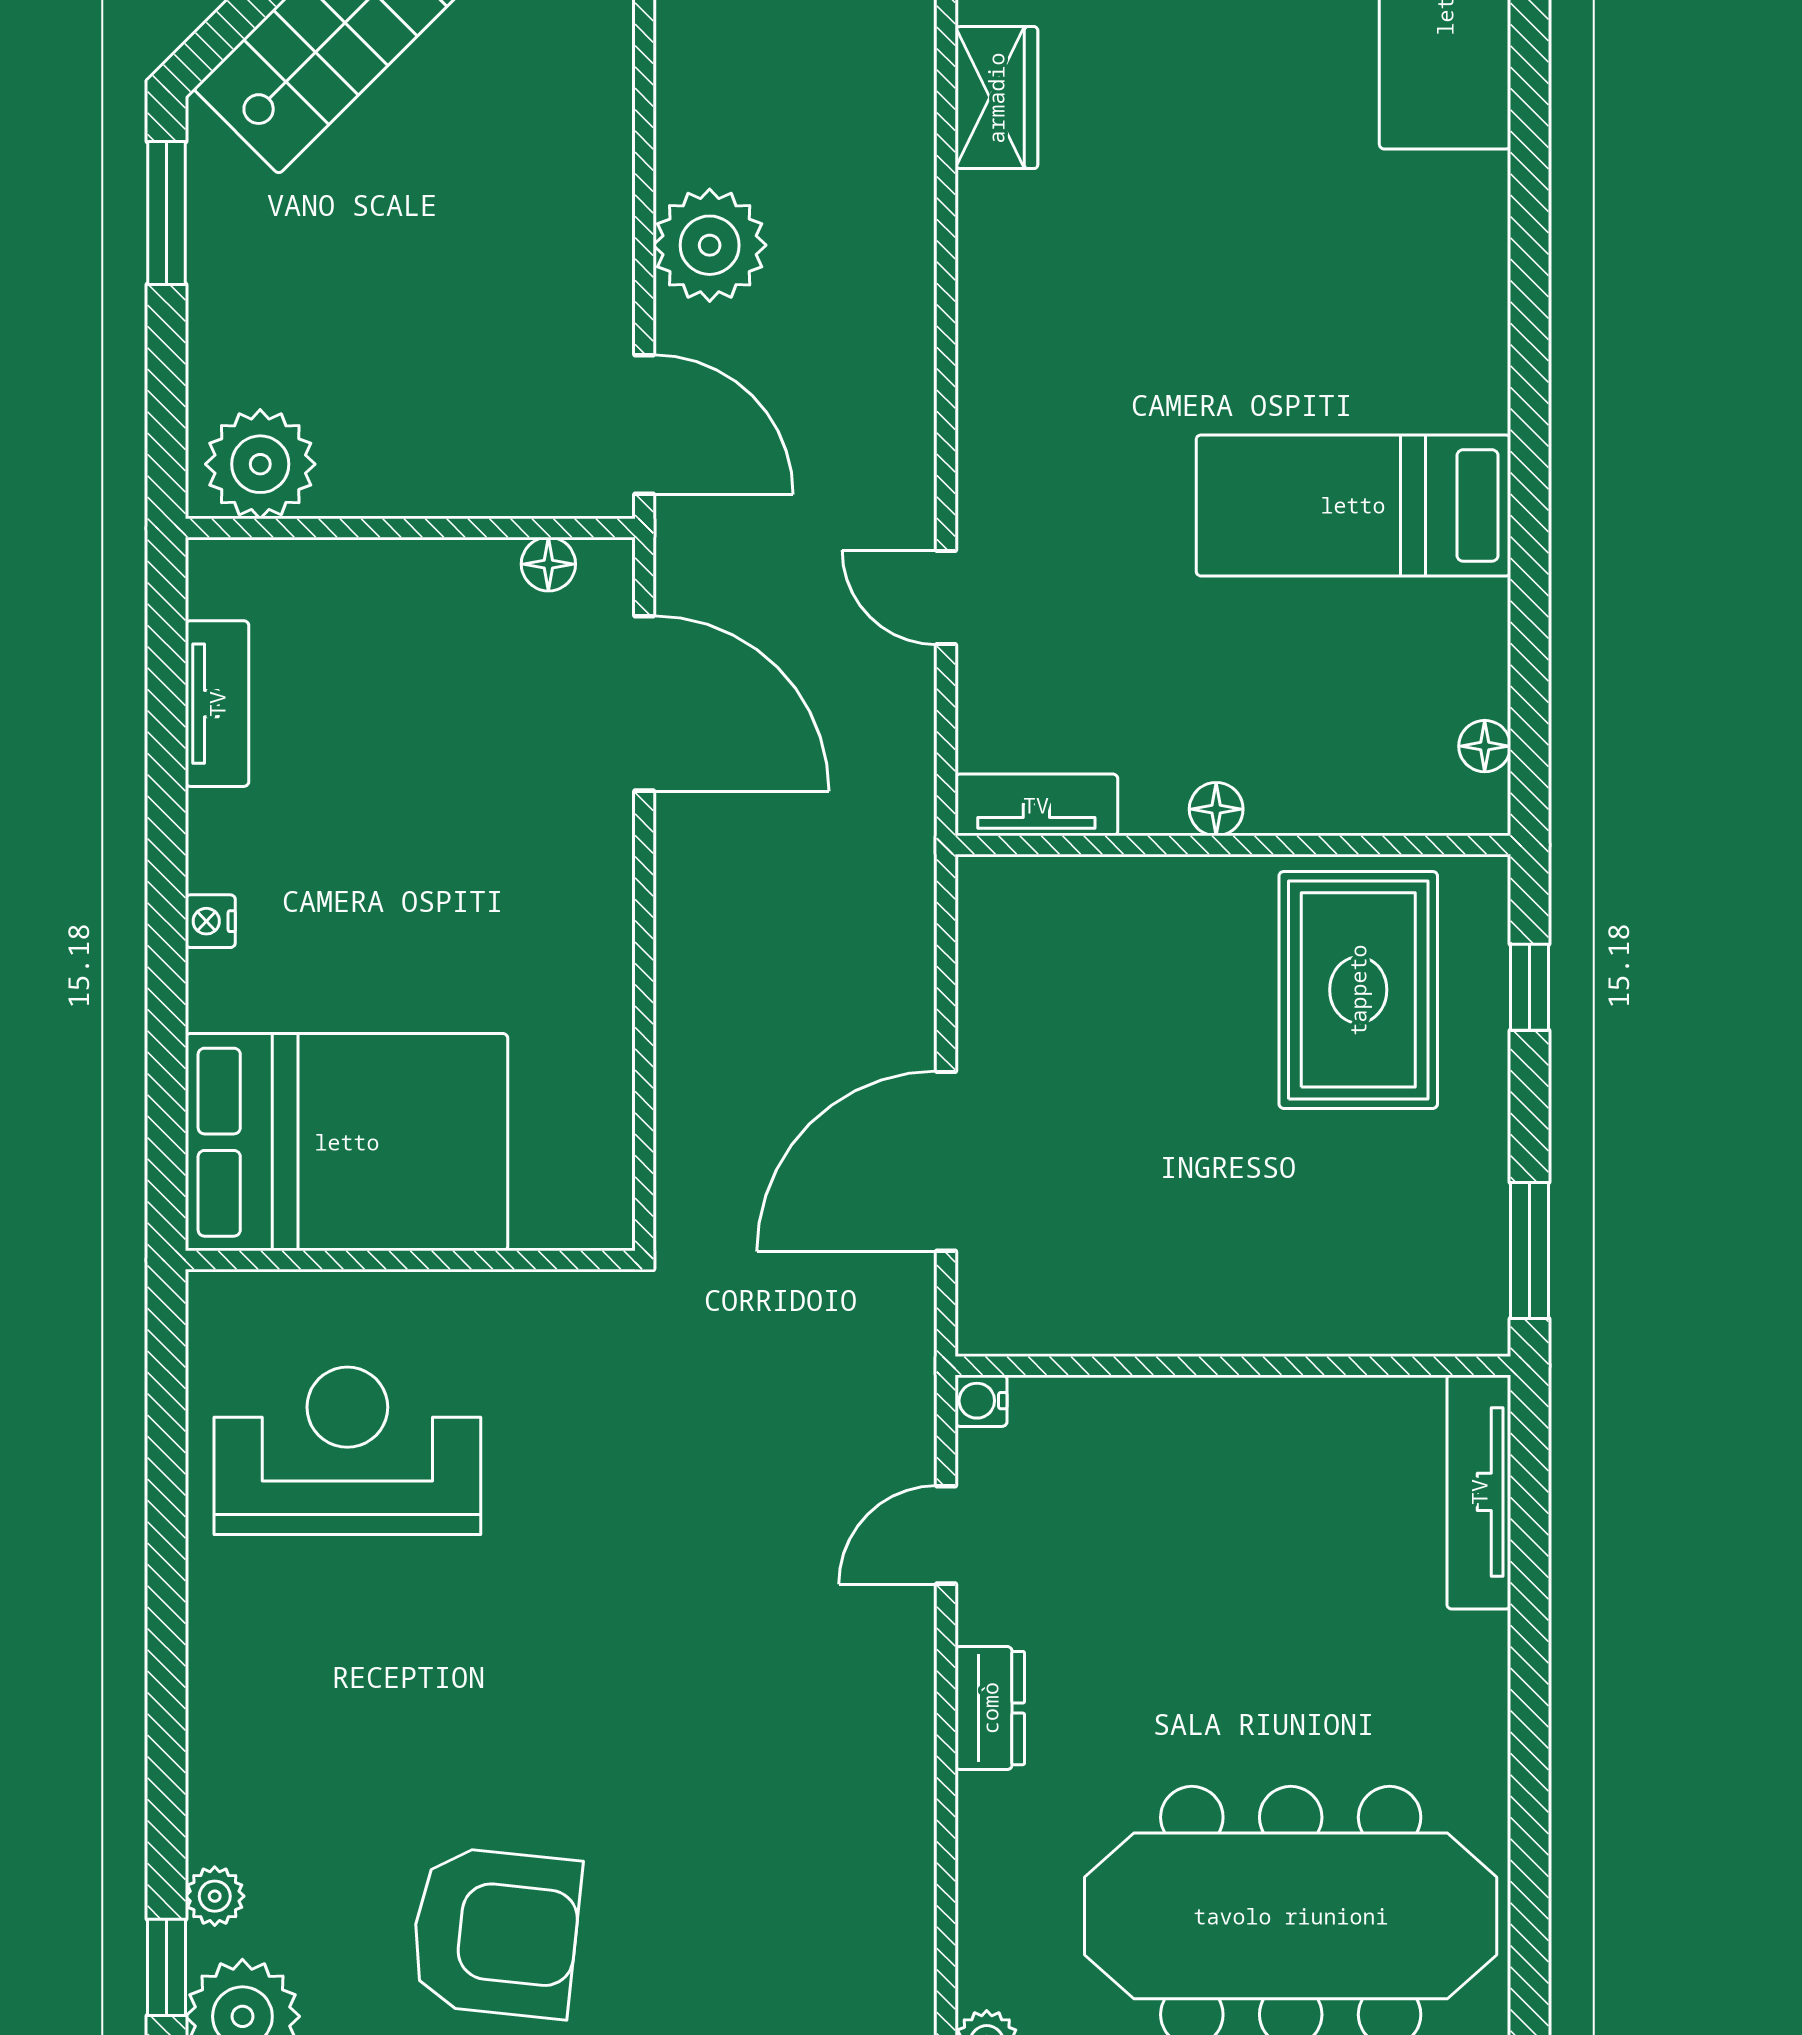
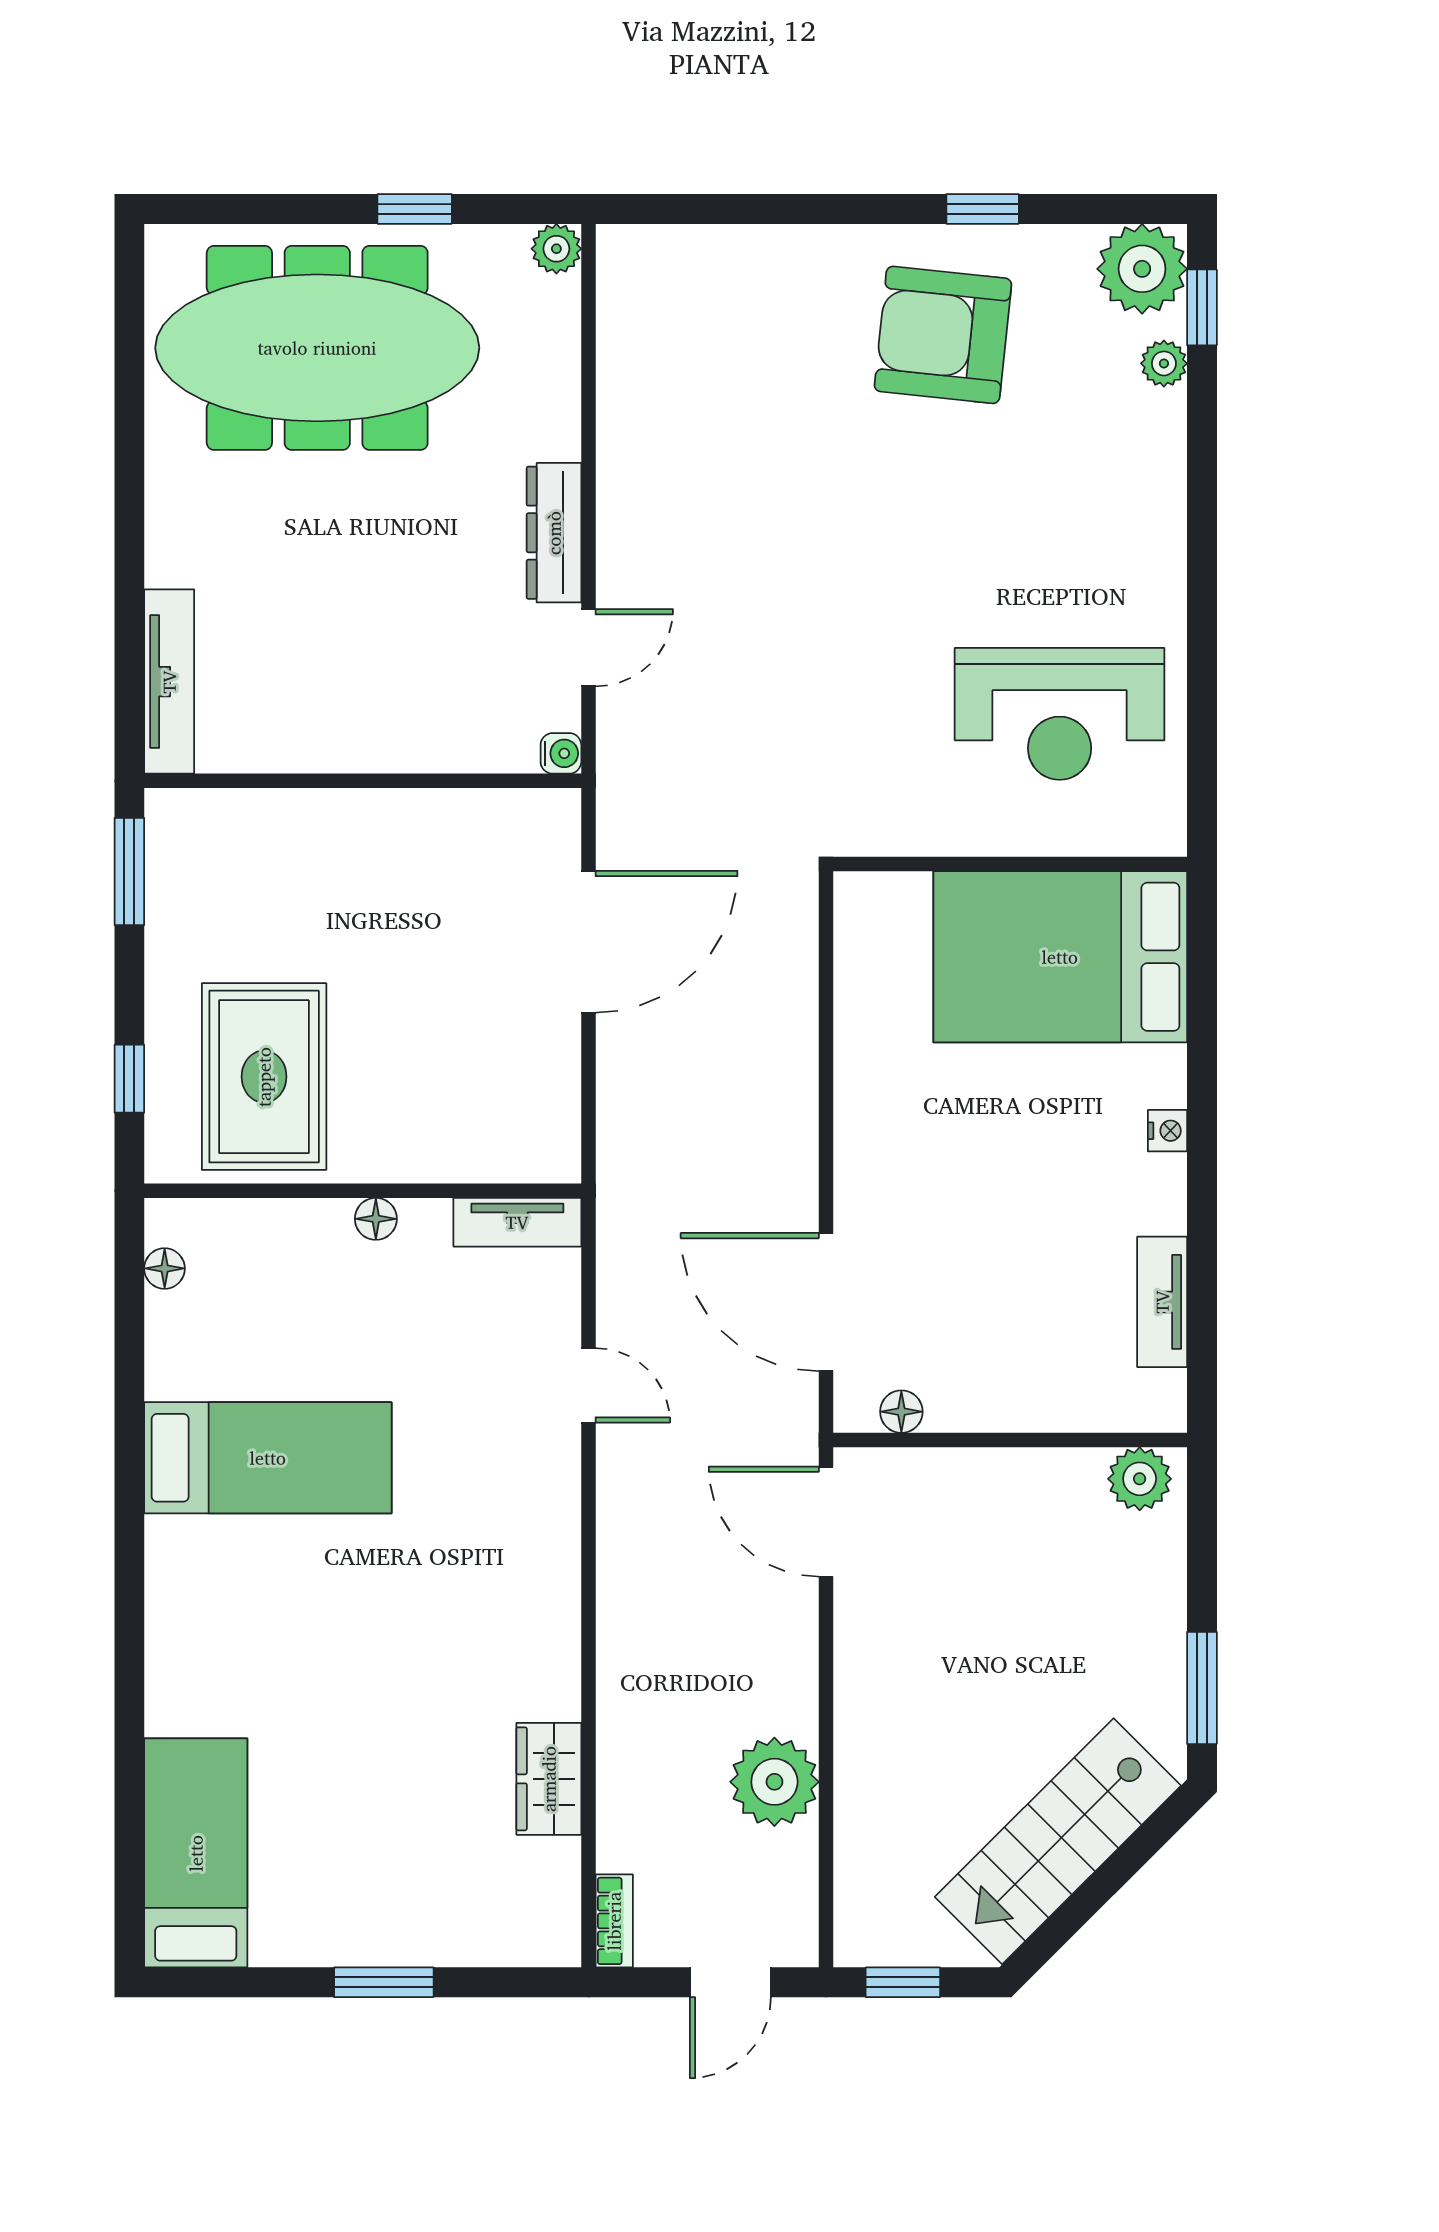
plant: (710, 245) -> (774, 1782), moved
plant: (260, 464) -> (1140, 1479), width x0.73, depth x0.73
dresser: (990, 1708) -> (554, 533), width x1.44

